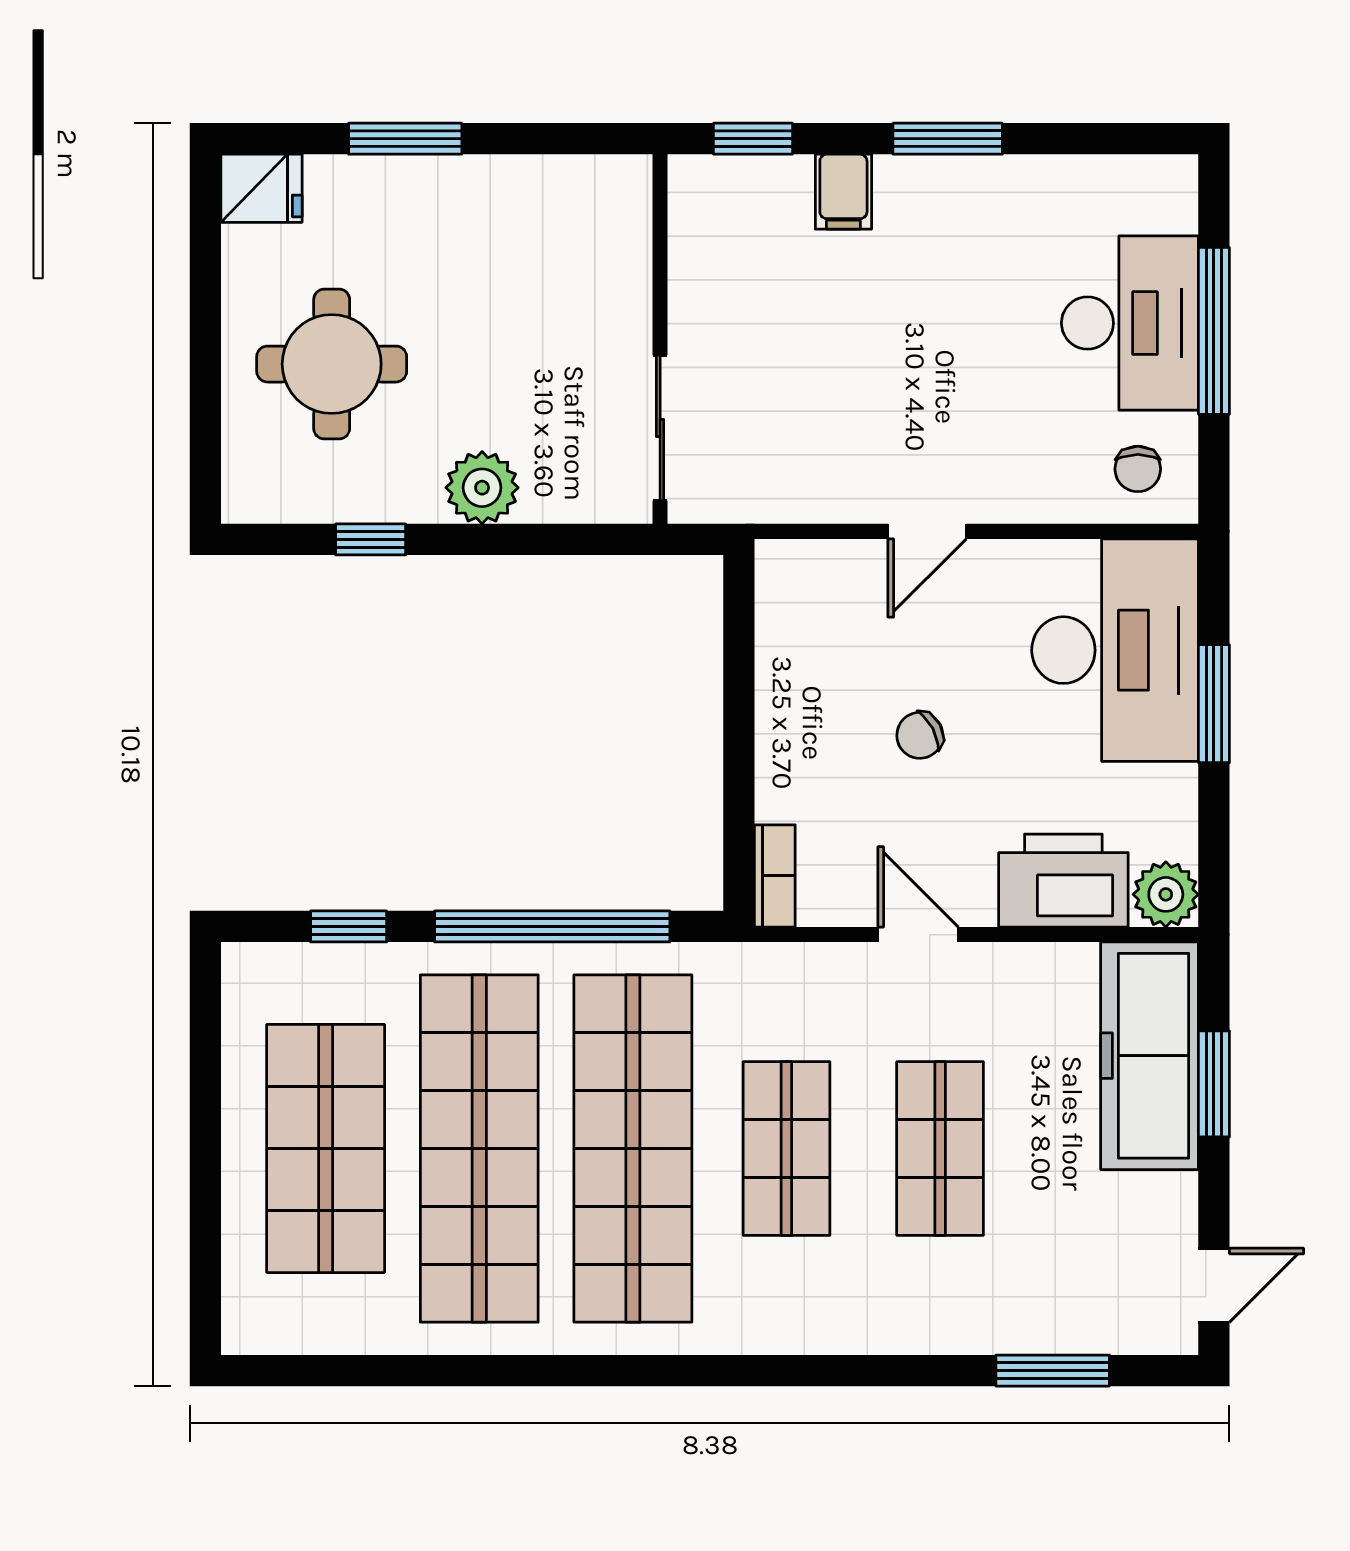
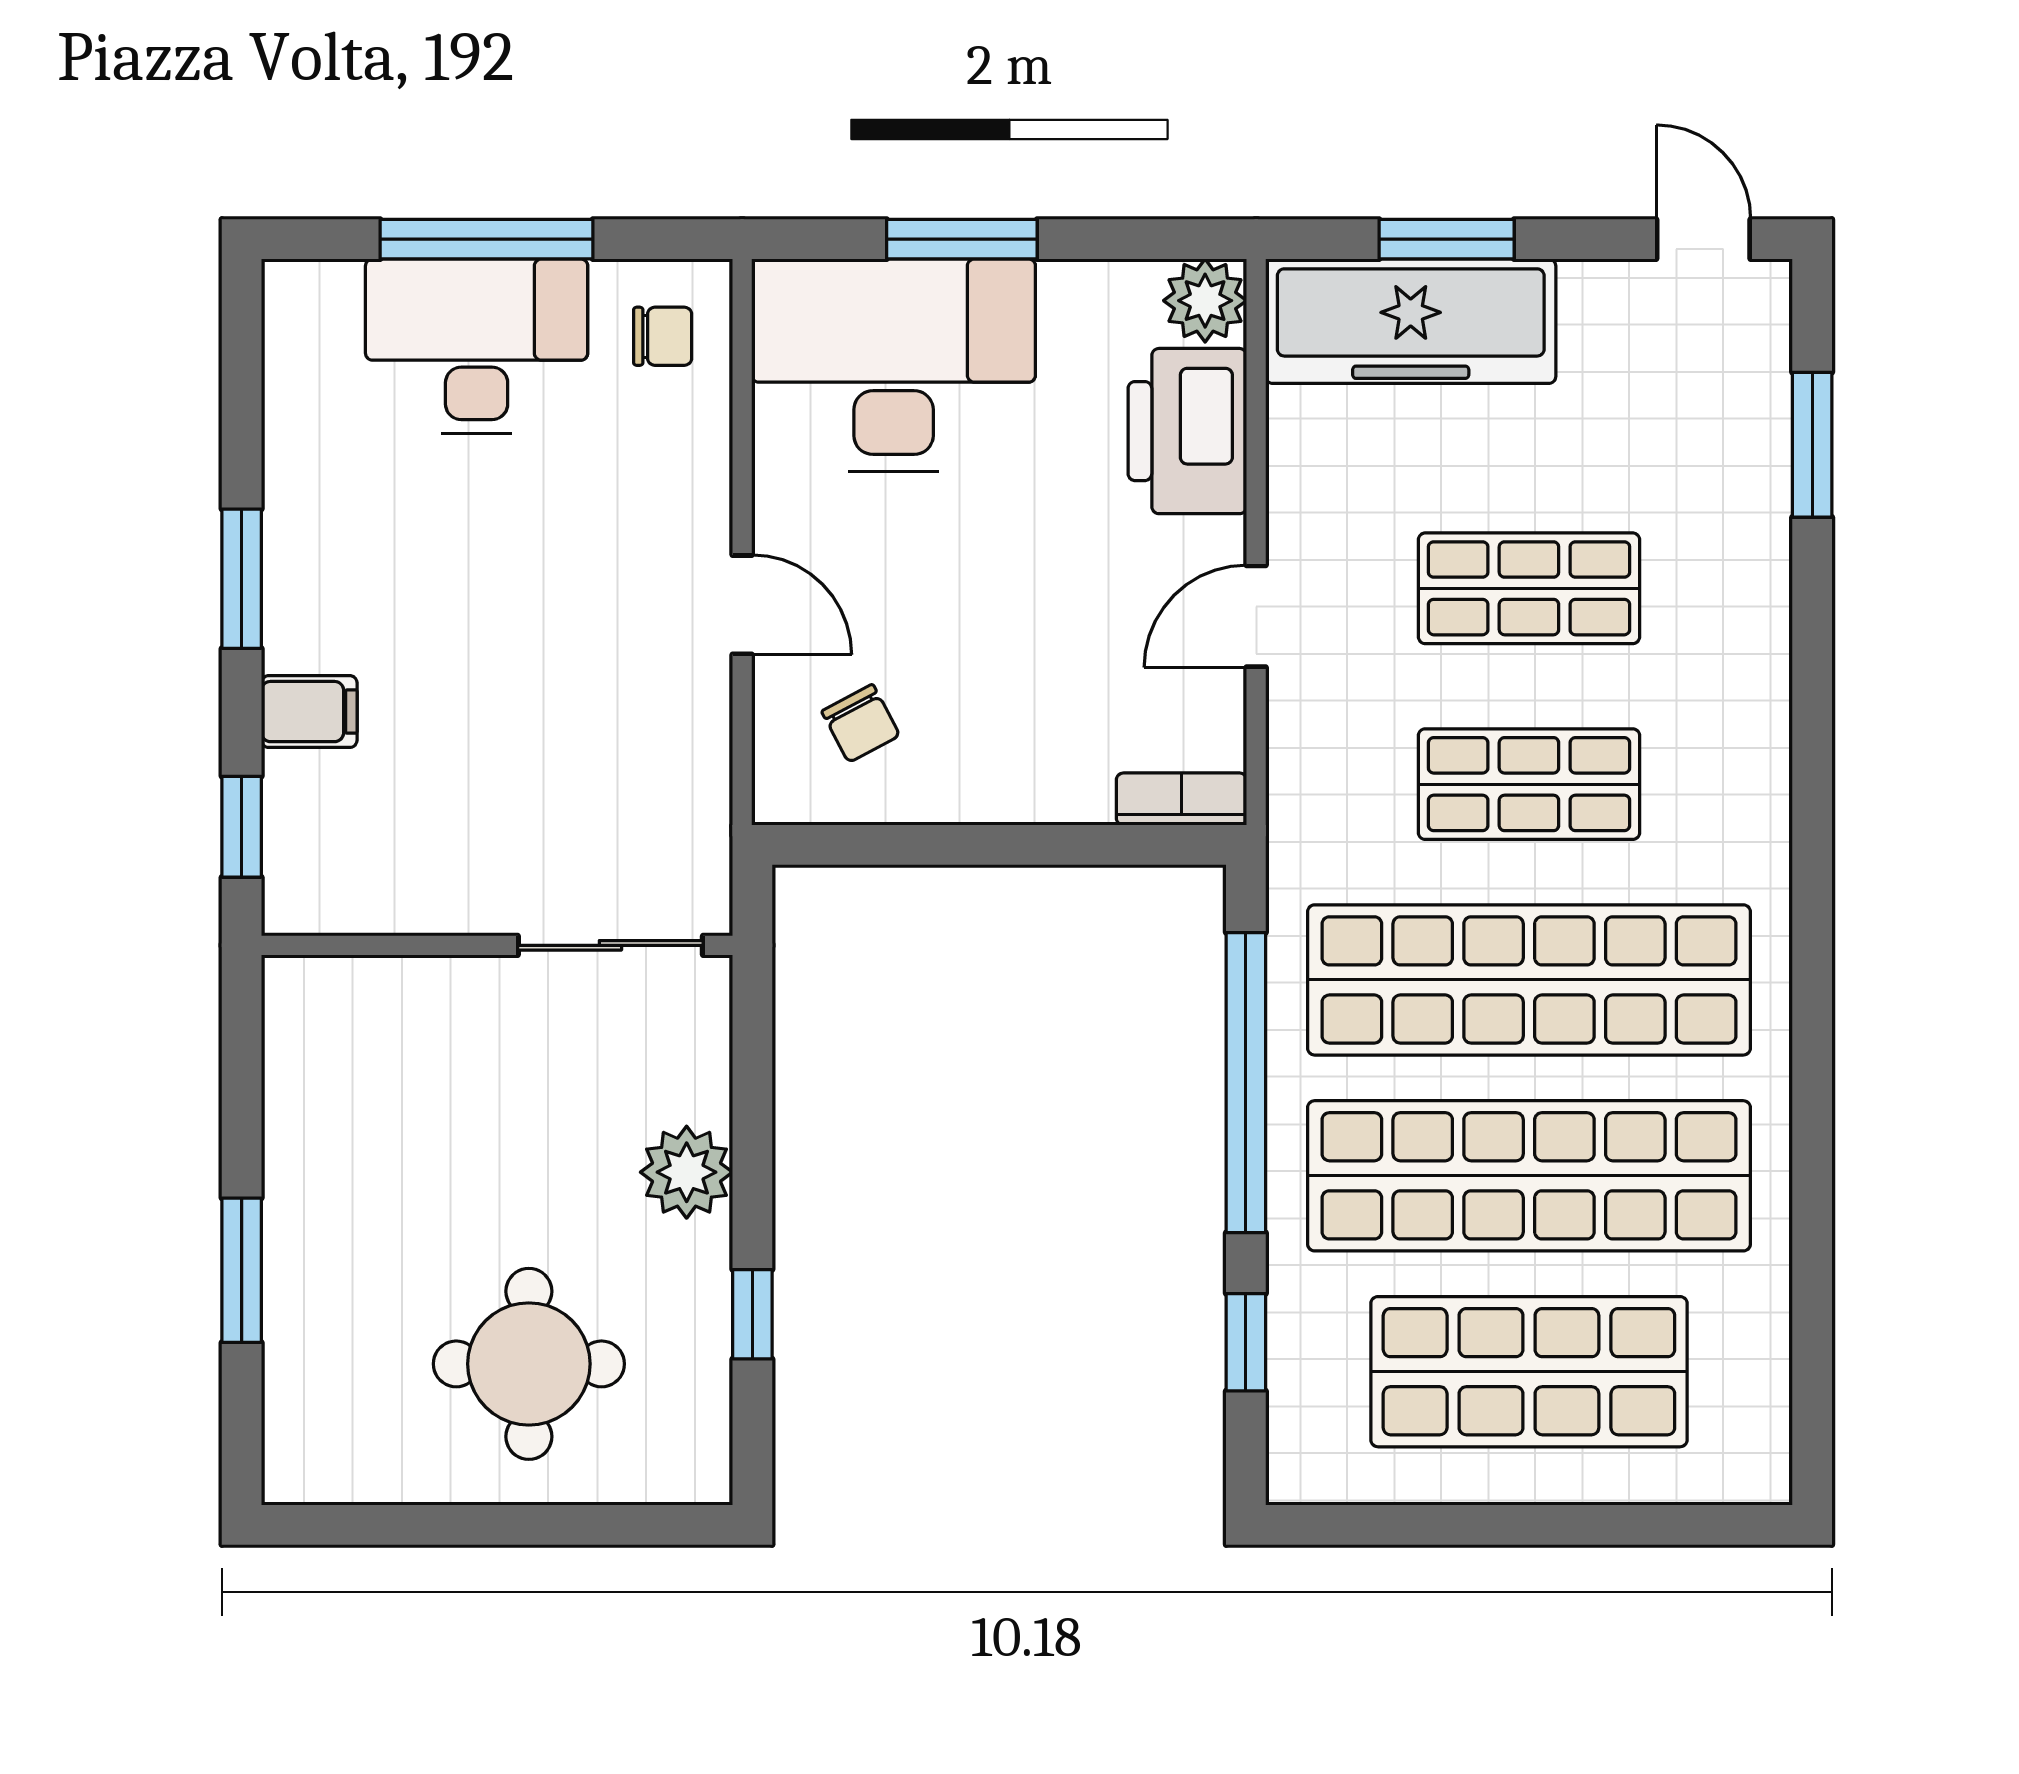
fridge: (261, 188) -> (305, 1453), removed
chair: (920, 735) -> (861, 723), moved

